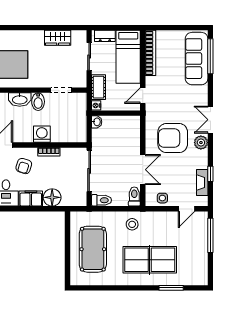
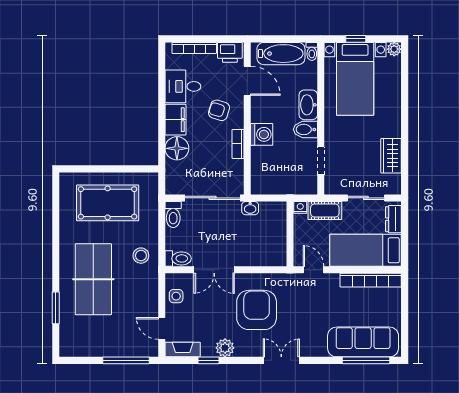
washbasin: (97, 122) -> (250, 208), moved
plant: (201, 143) -> (225, 348), moved
fireplace: (202, 183) -> (183, 350), moved

